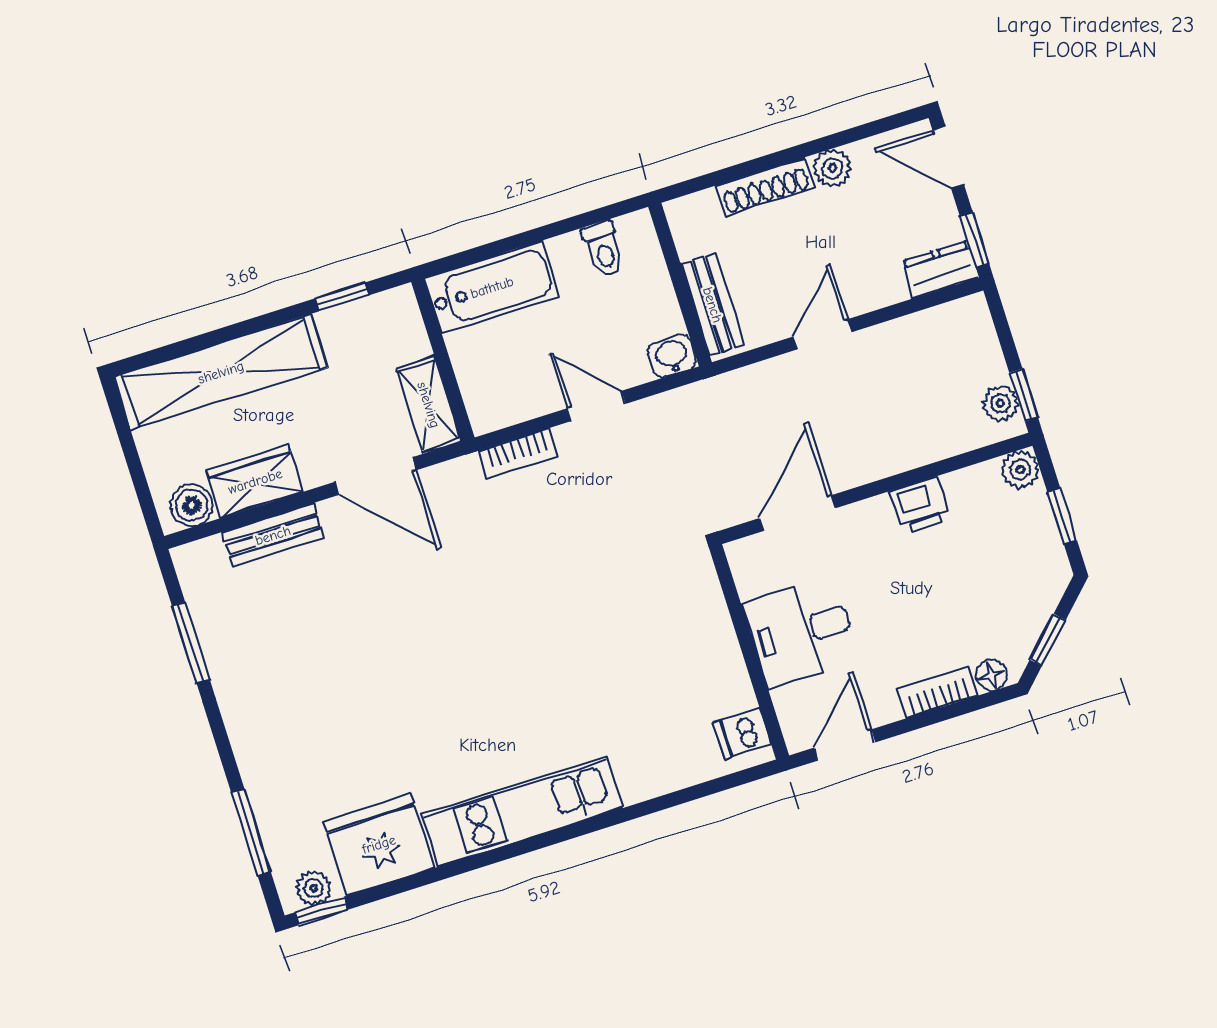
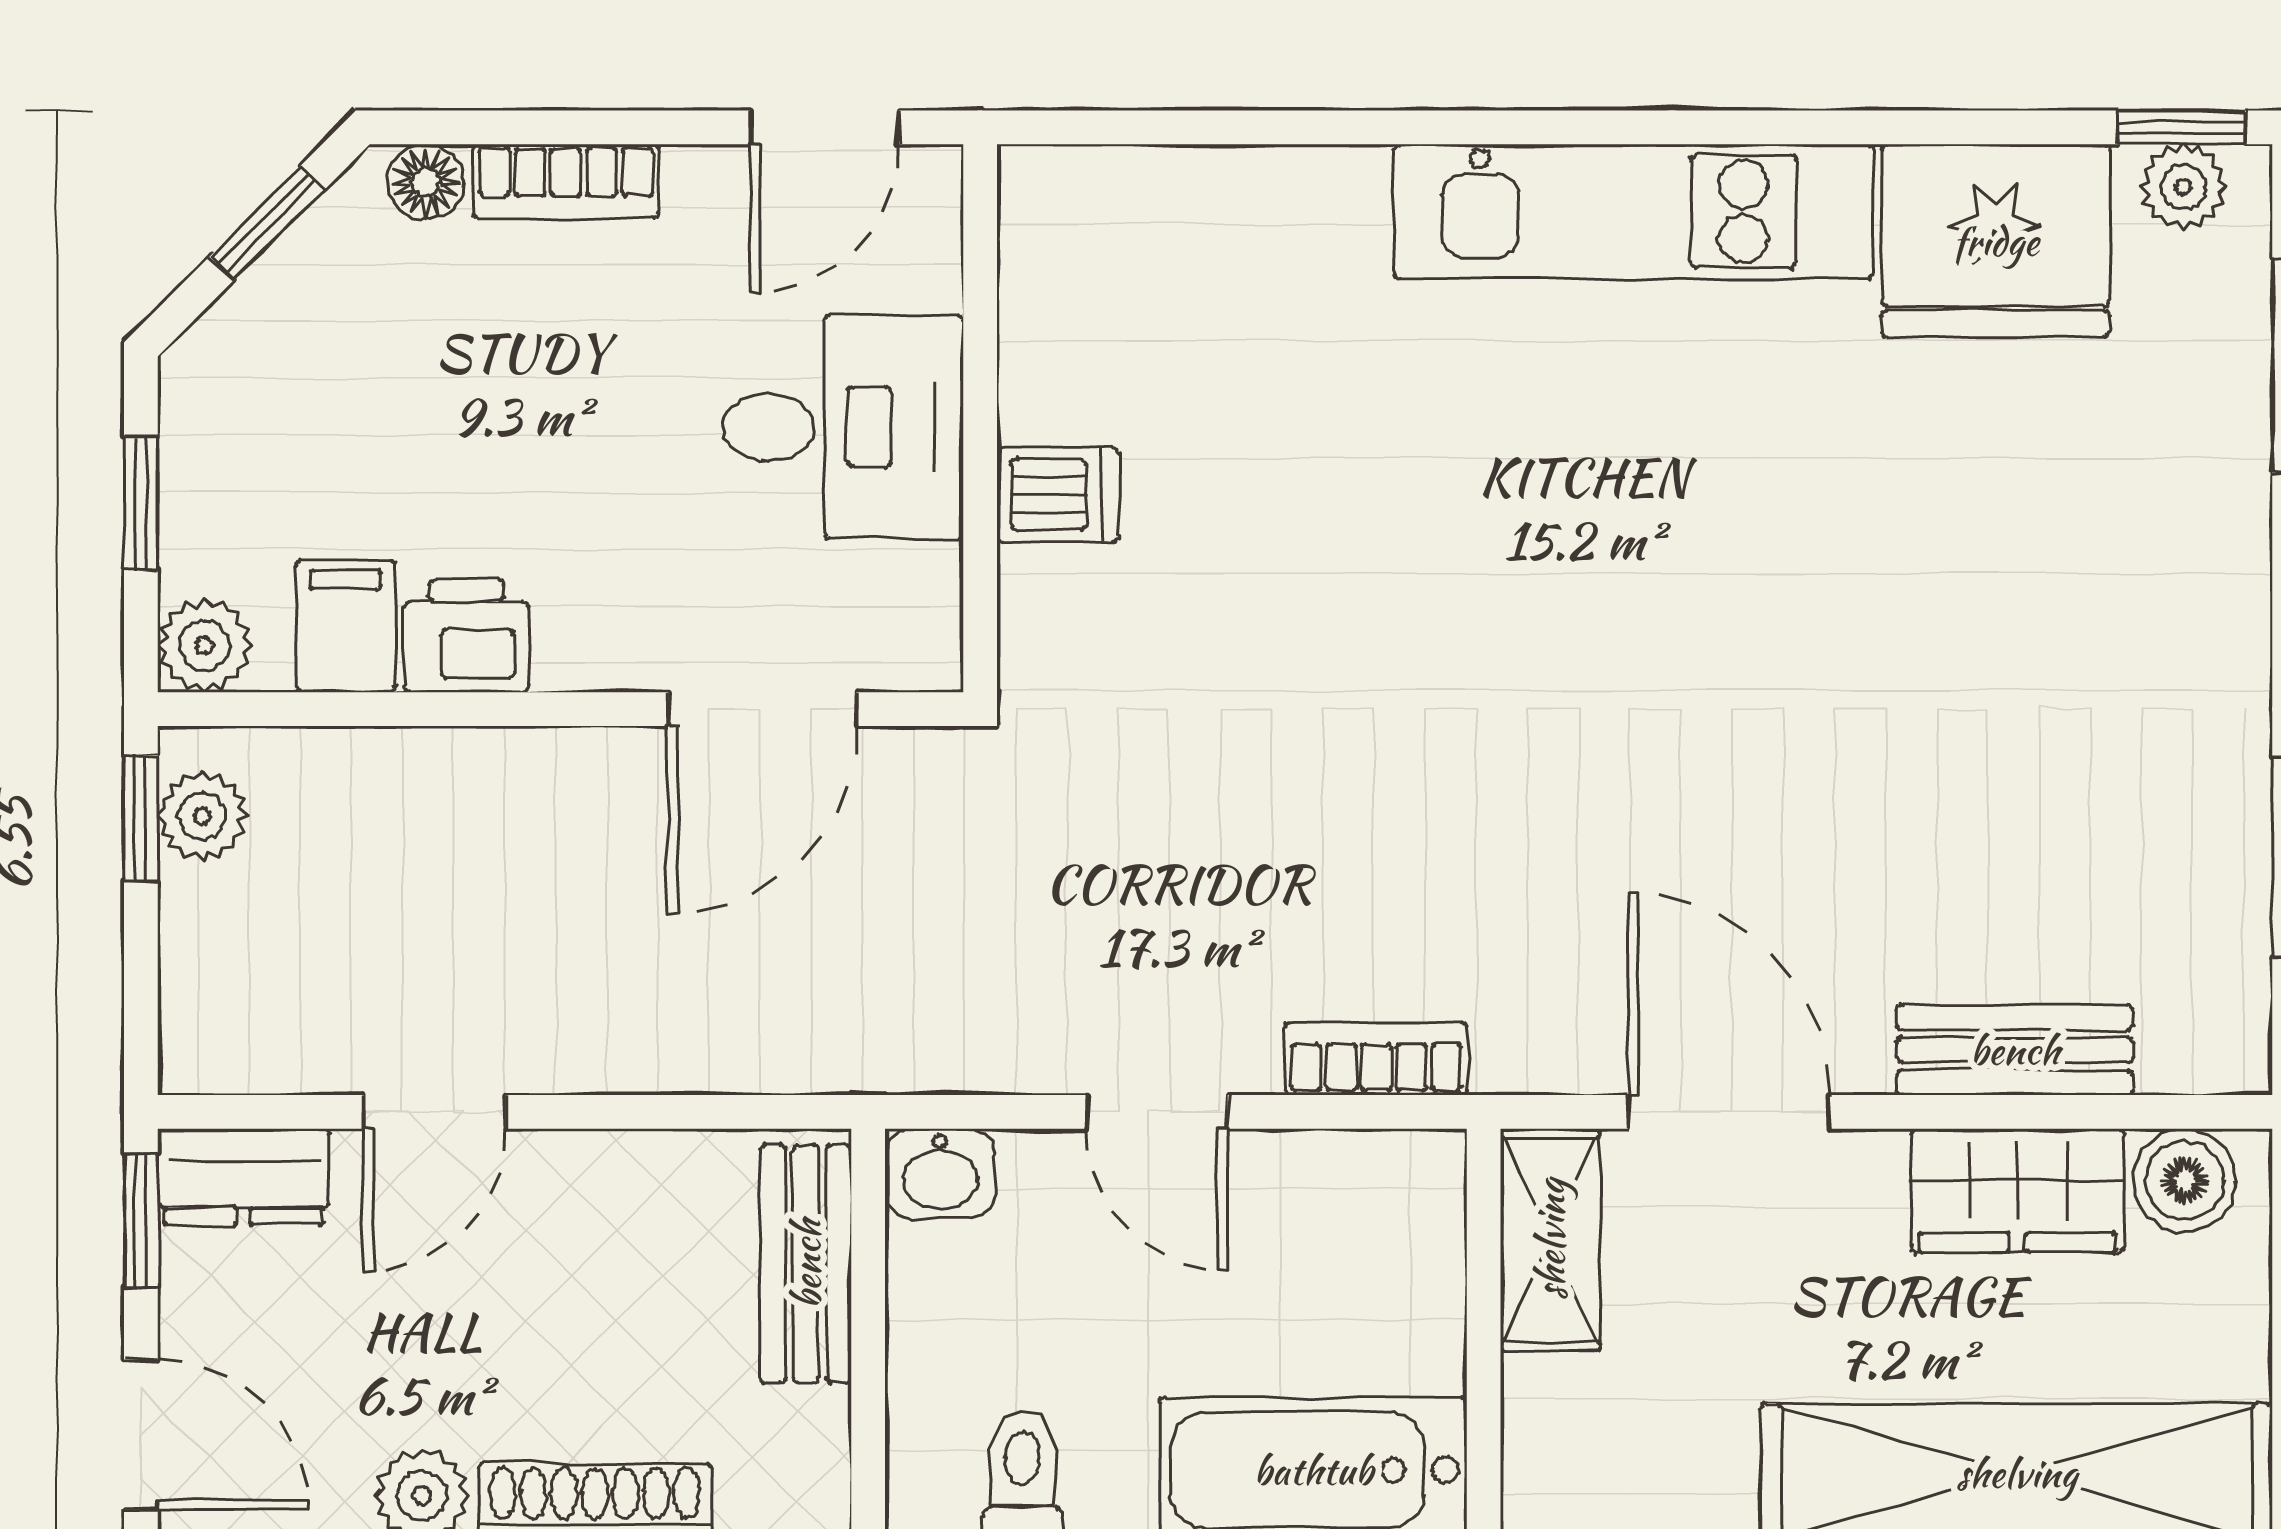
door: (822, 334) -> (435, 1112), moved
filing cabinet: (968, 494) -> (346, 626), added
dishwasher: (742, 734) -> (1058, 495), moved

